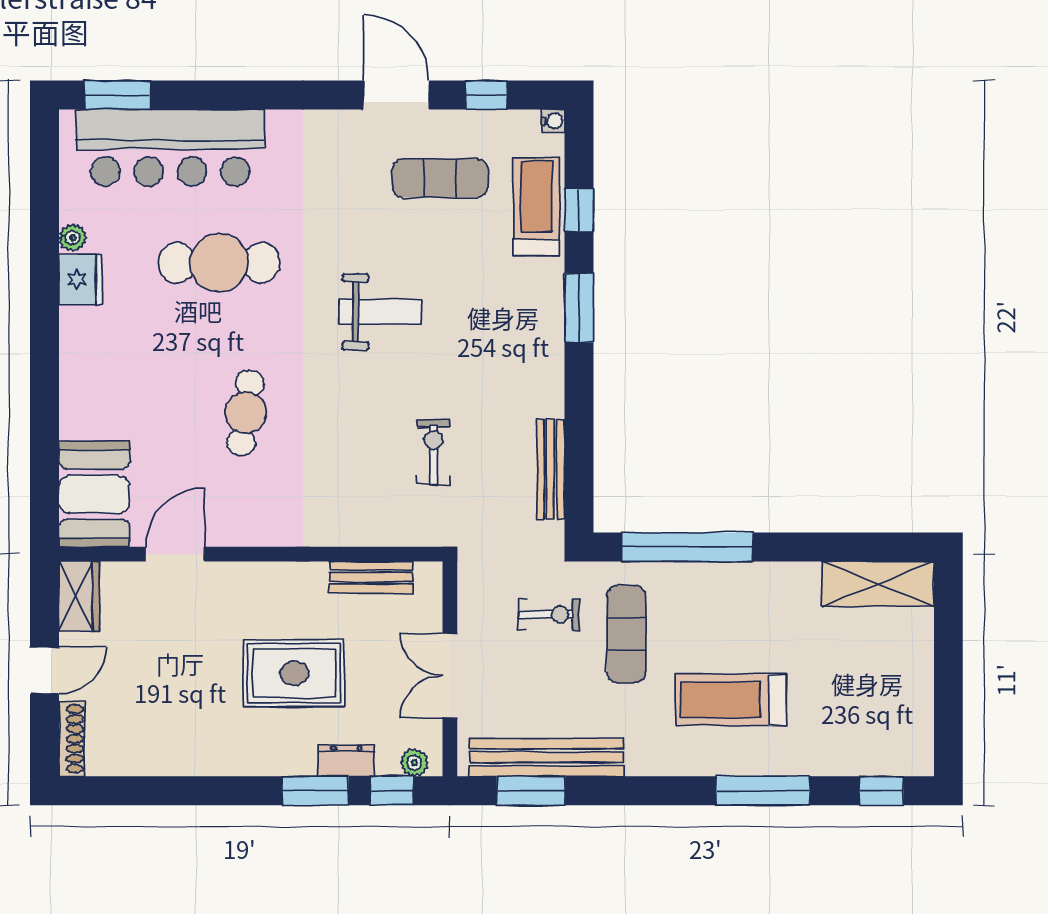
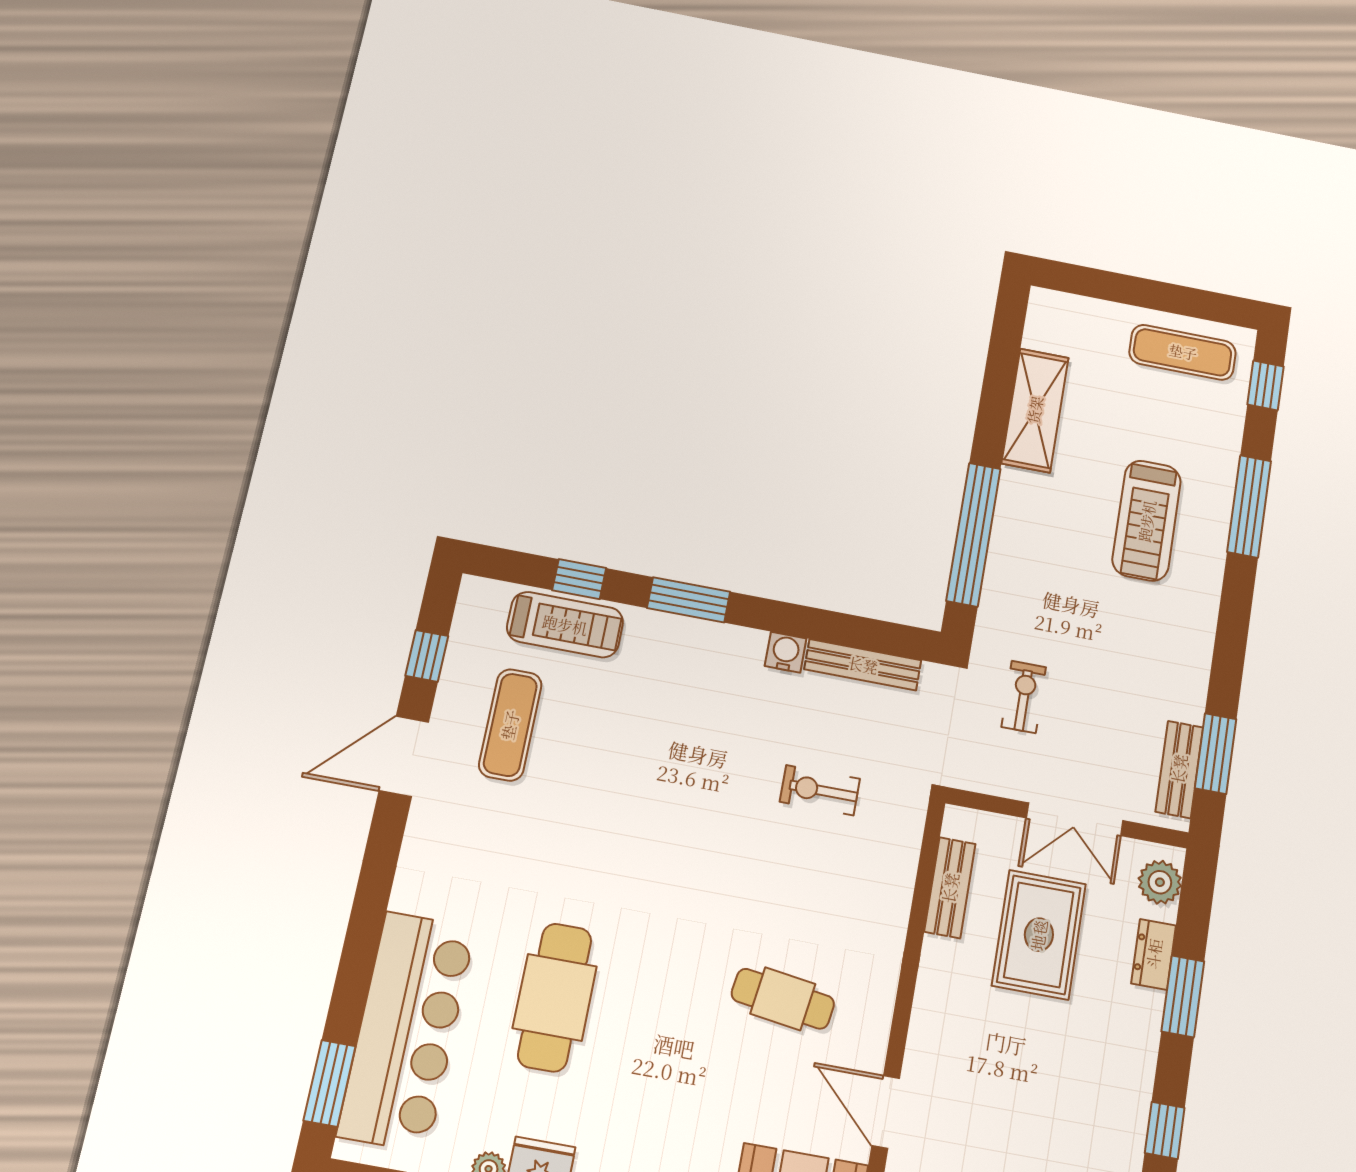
water cooler: (553, 121) -> (786, 652), moved, width x1.38, depth x1.38
treadmill: (536, 206) -> (565, 625), turned 180
weight bench: (380, 312) -> (649, 821), removed
cafe table: (246, 413) -> (783, 999), moved
shelving: (878, 584) -> (1035, 410), moved
exercise mat: (626, 634) -> (1183, 352), moved
rug: (294, 673) -> (1039, 935), moved
bench: (547, 757) -> (1179, 769), width x0.54, depth x0.82
plant: (414, 763) -> (1160, 882), width x1.38, depth x1.38
window: (392, 791) -> (1165, 1130), moved

